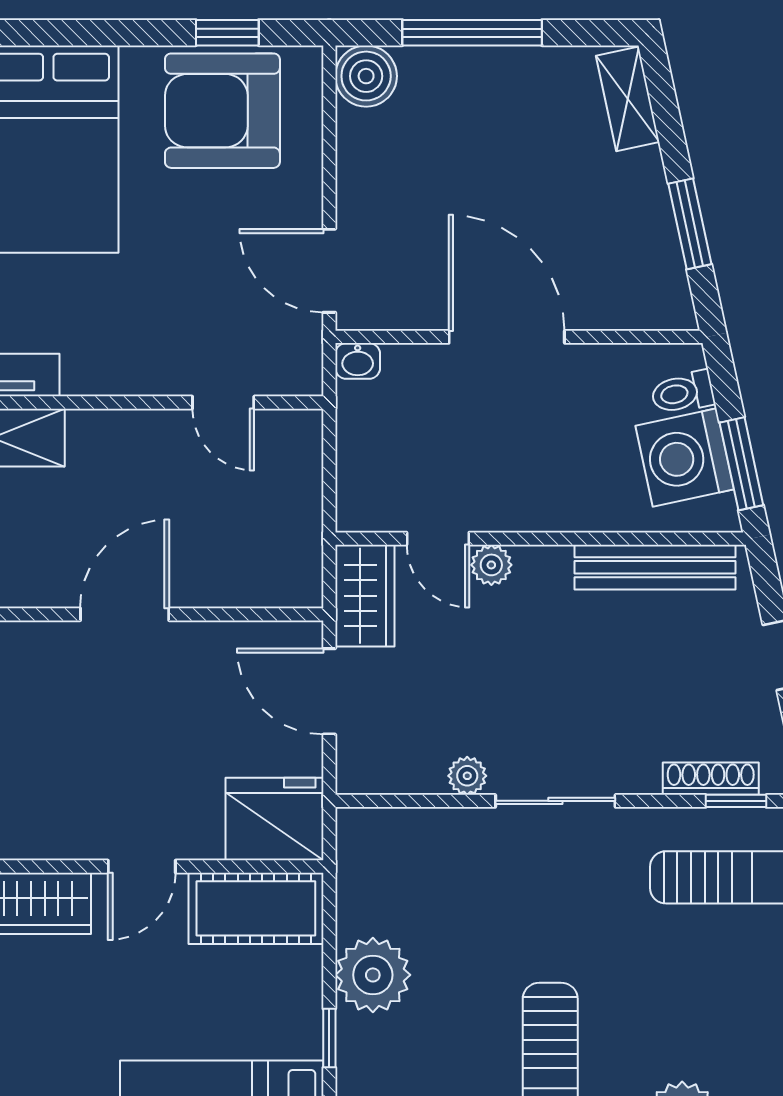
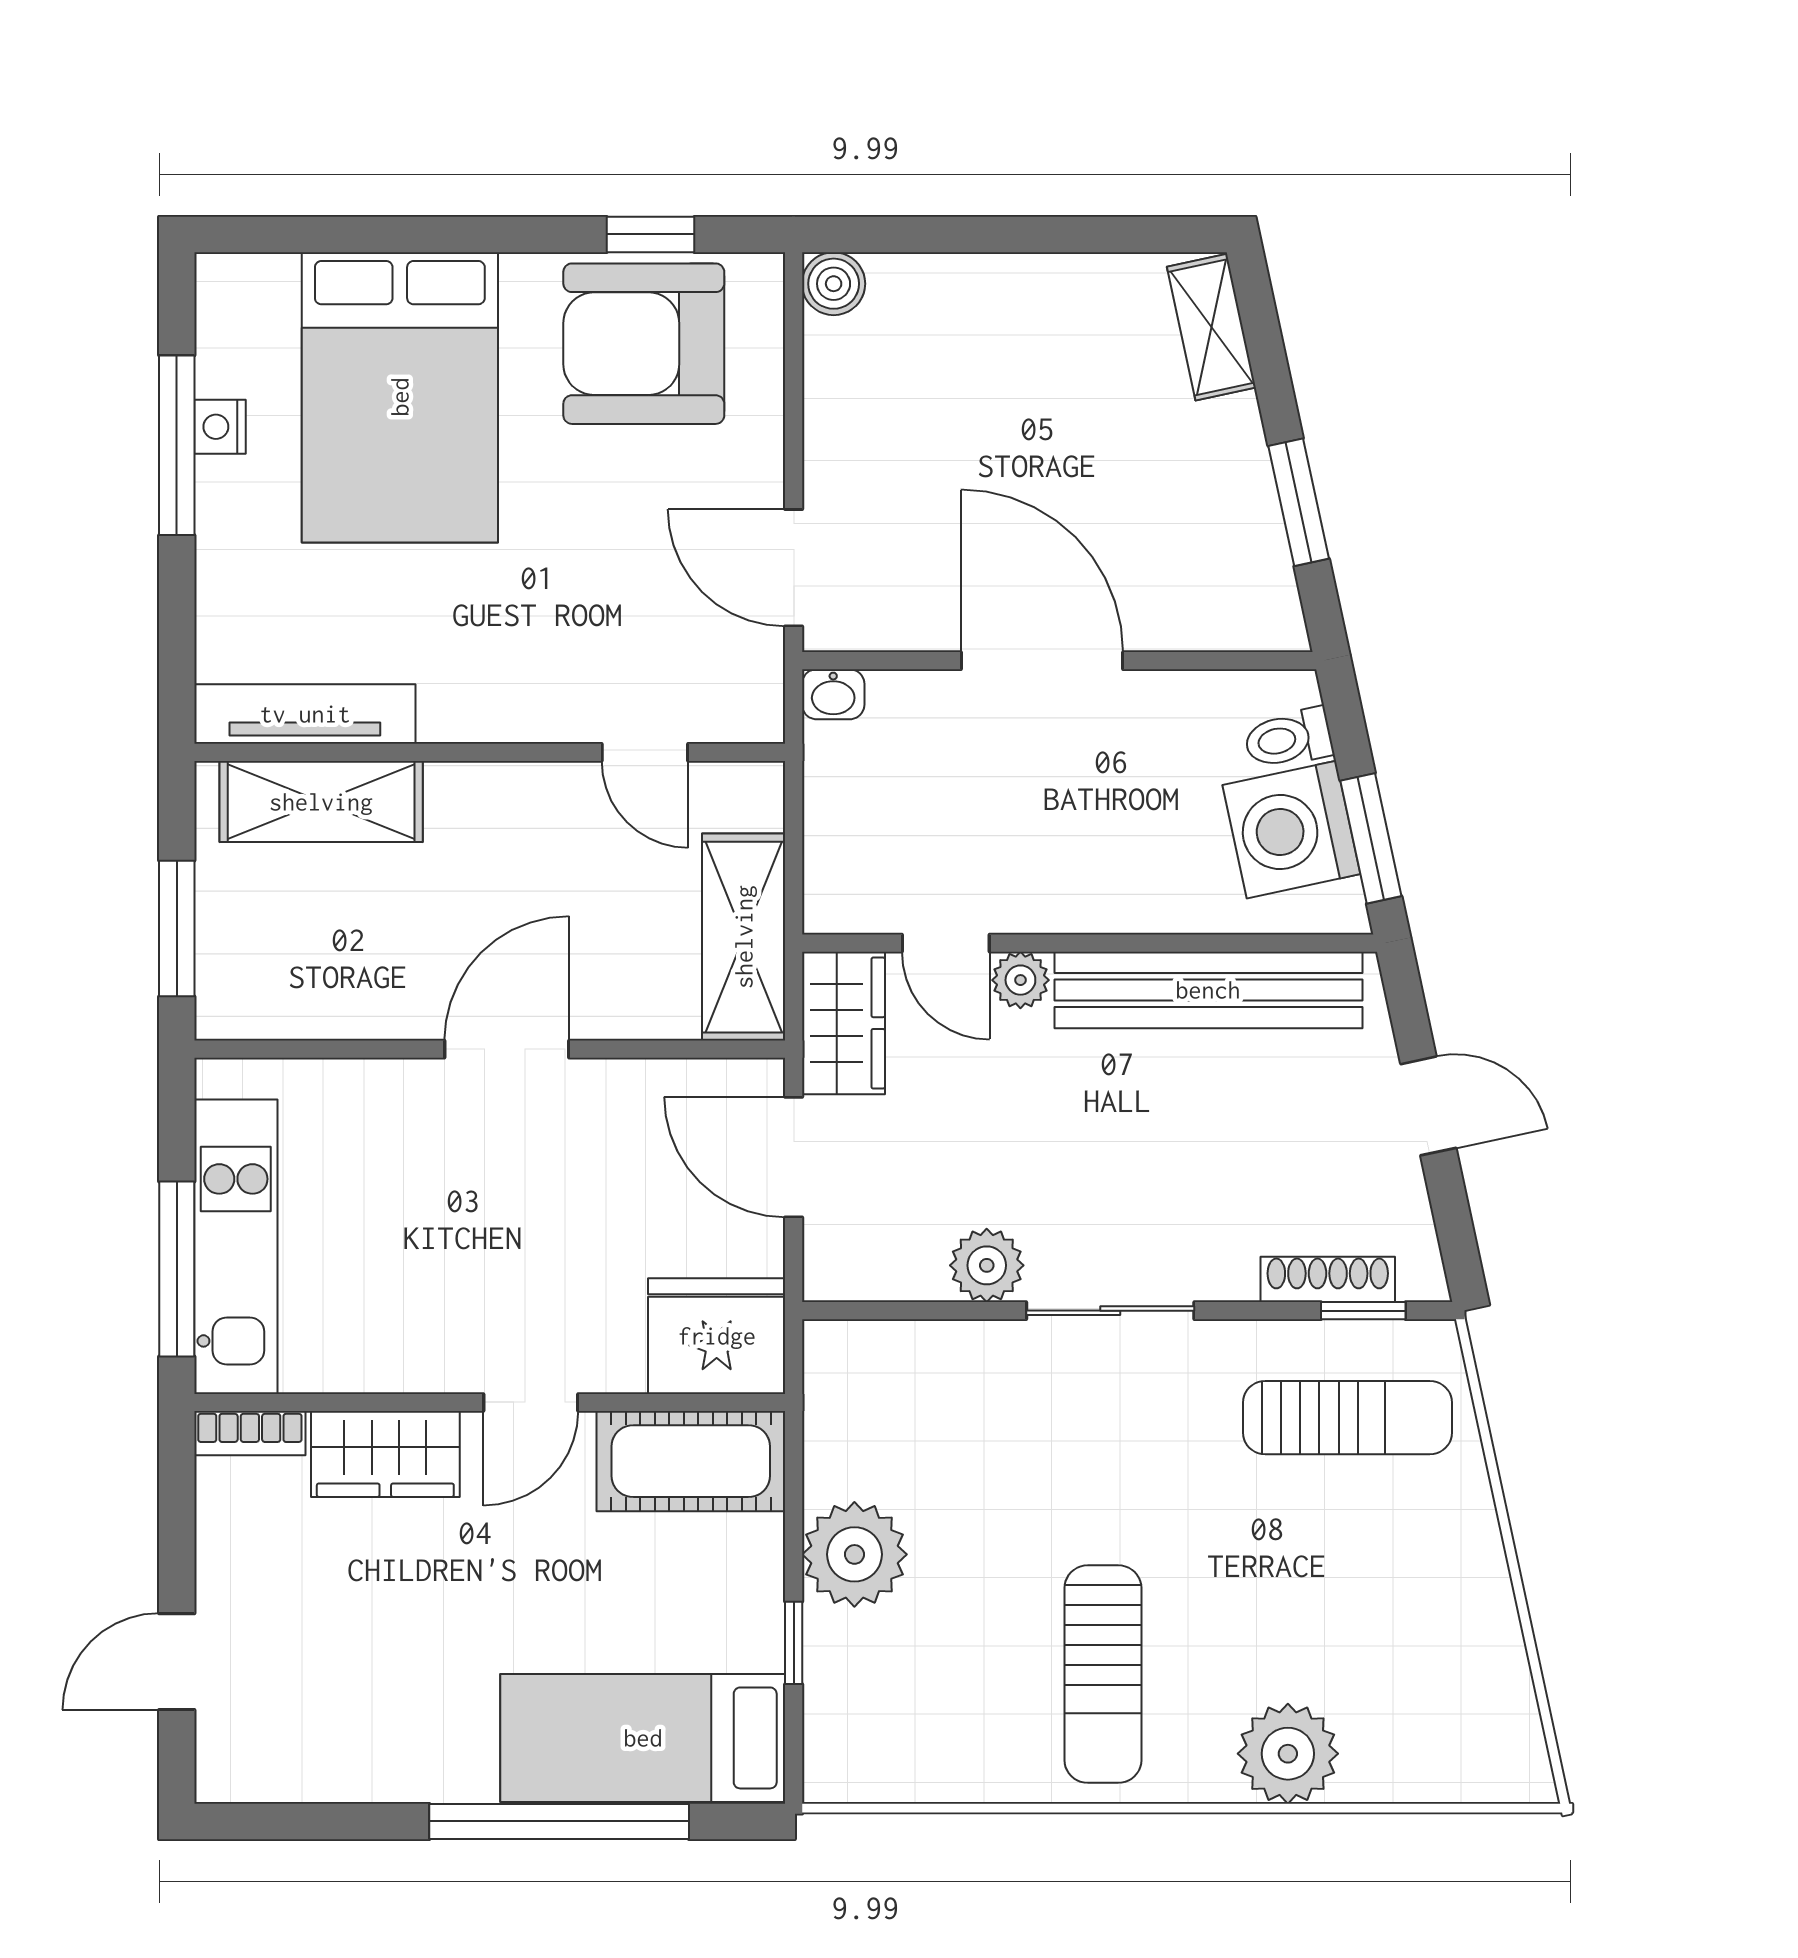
window: (472, 33) -> (994, 234), removed
boiler: (366, 76) -> (834, 284), width x0.73, depth x0.73
shelving: (294, 534) -> (744, 937), added
bench: (655, 567) -> (1208, 990), width x1.37, depth x1.21
plant: (467, 776) -> (987, 1265), width x1.38, depth x1.38

